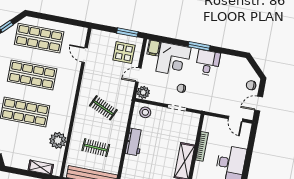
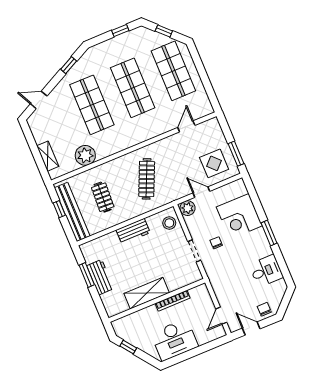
filing cabinet: (154, 48) -> (238, 190), removed
desk: (208, 63) -> (266, 271), moved
clothes rail: (103, 108) -> (147, 179), width x1.36

